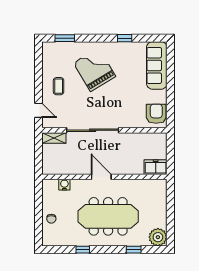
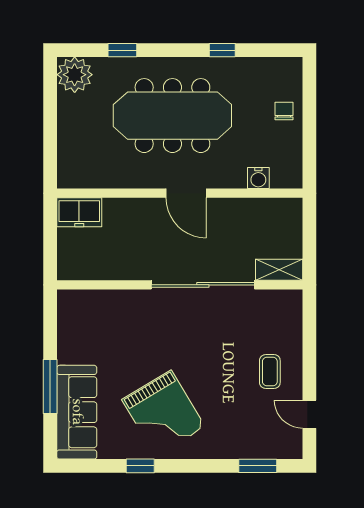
grand piano: (95, 70) -> (164, 413), moved
window: (170, 79) -> (50, 386), added
door: (38, 110) -> (309, 414), moved
armchair: (156, 114) -> (78, 317), removed

